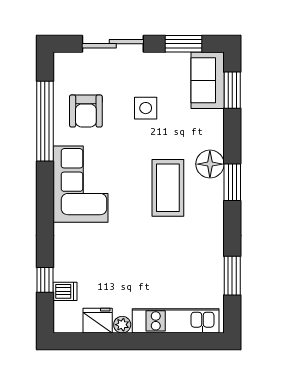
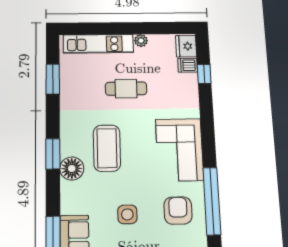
cafe table: (143, 262) -> (126, 89), added
fridge: (98, 321) -> (186, 46), moved, turned 90

